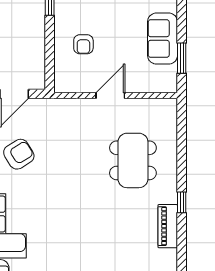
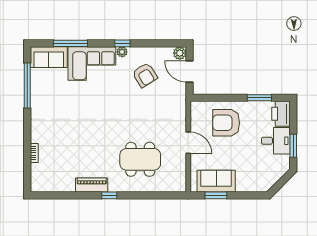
sofa: (163, 39) -> (216, 181), moved
armchair: (83, 44) -> (226, 123), width x1.88, depth x1.88

